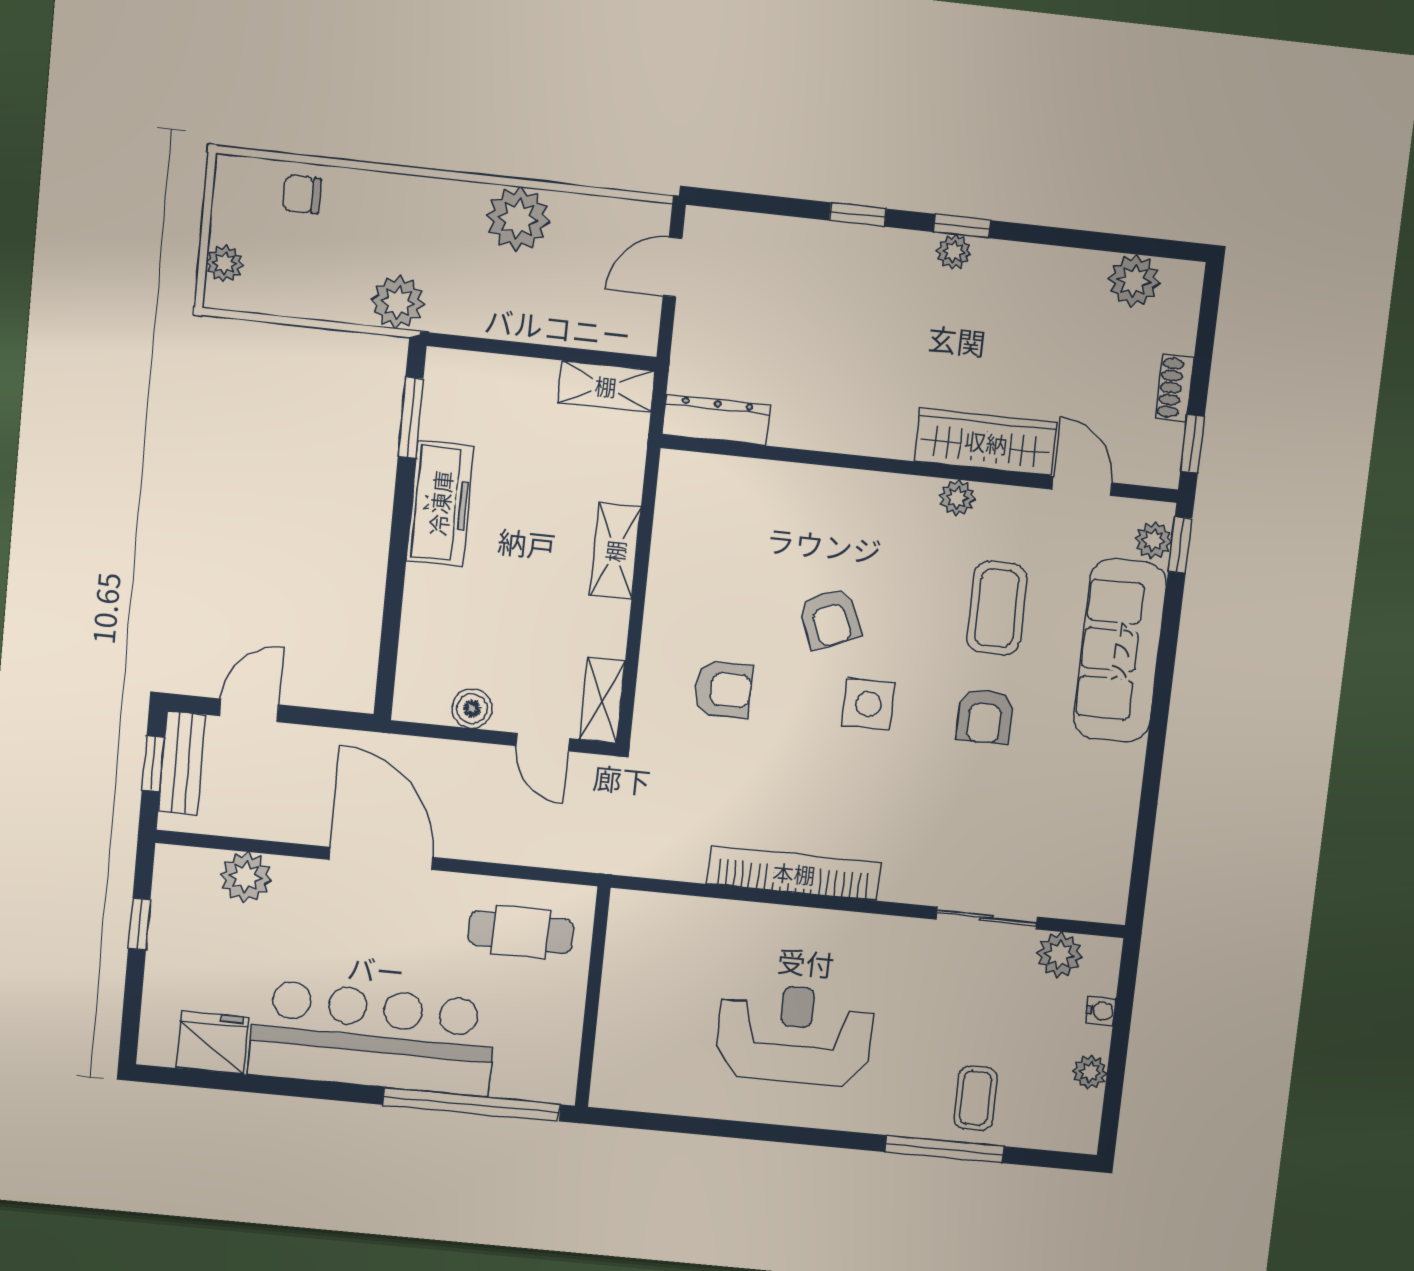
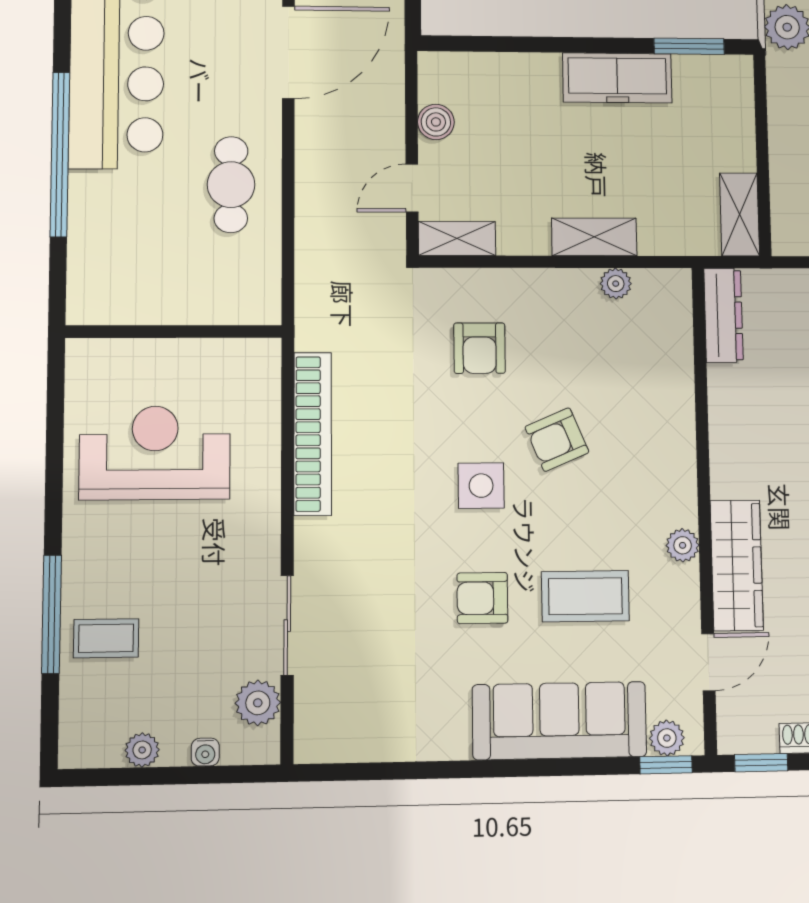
plant: (669, 534) -> (616, 284), added
wall: (593, 997) -> (174, 332), moved
reception desk: (795, 1034) -> (155, 453), turned -90

